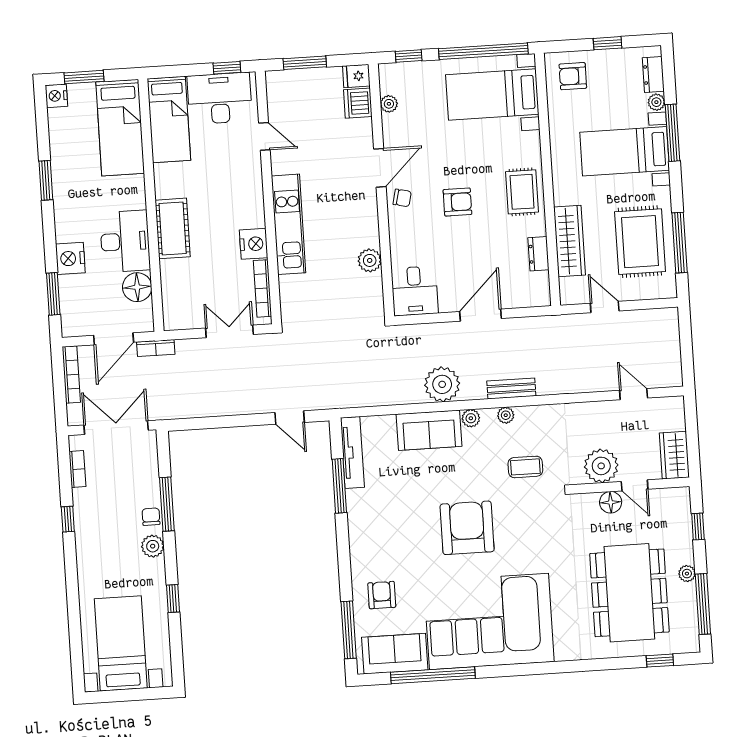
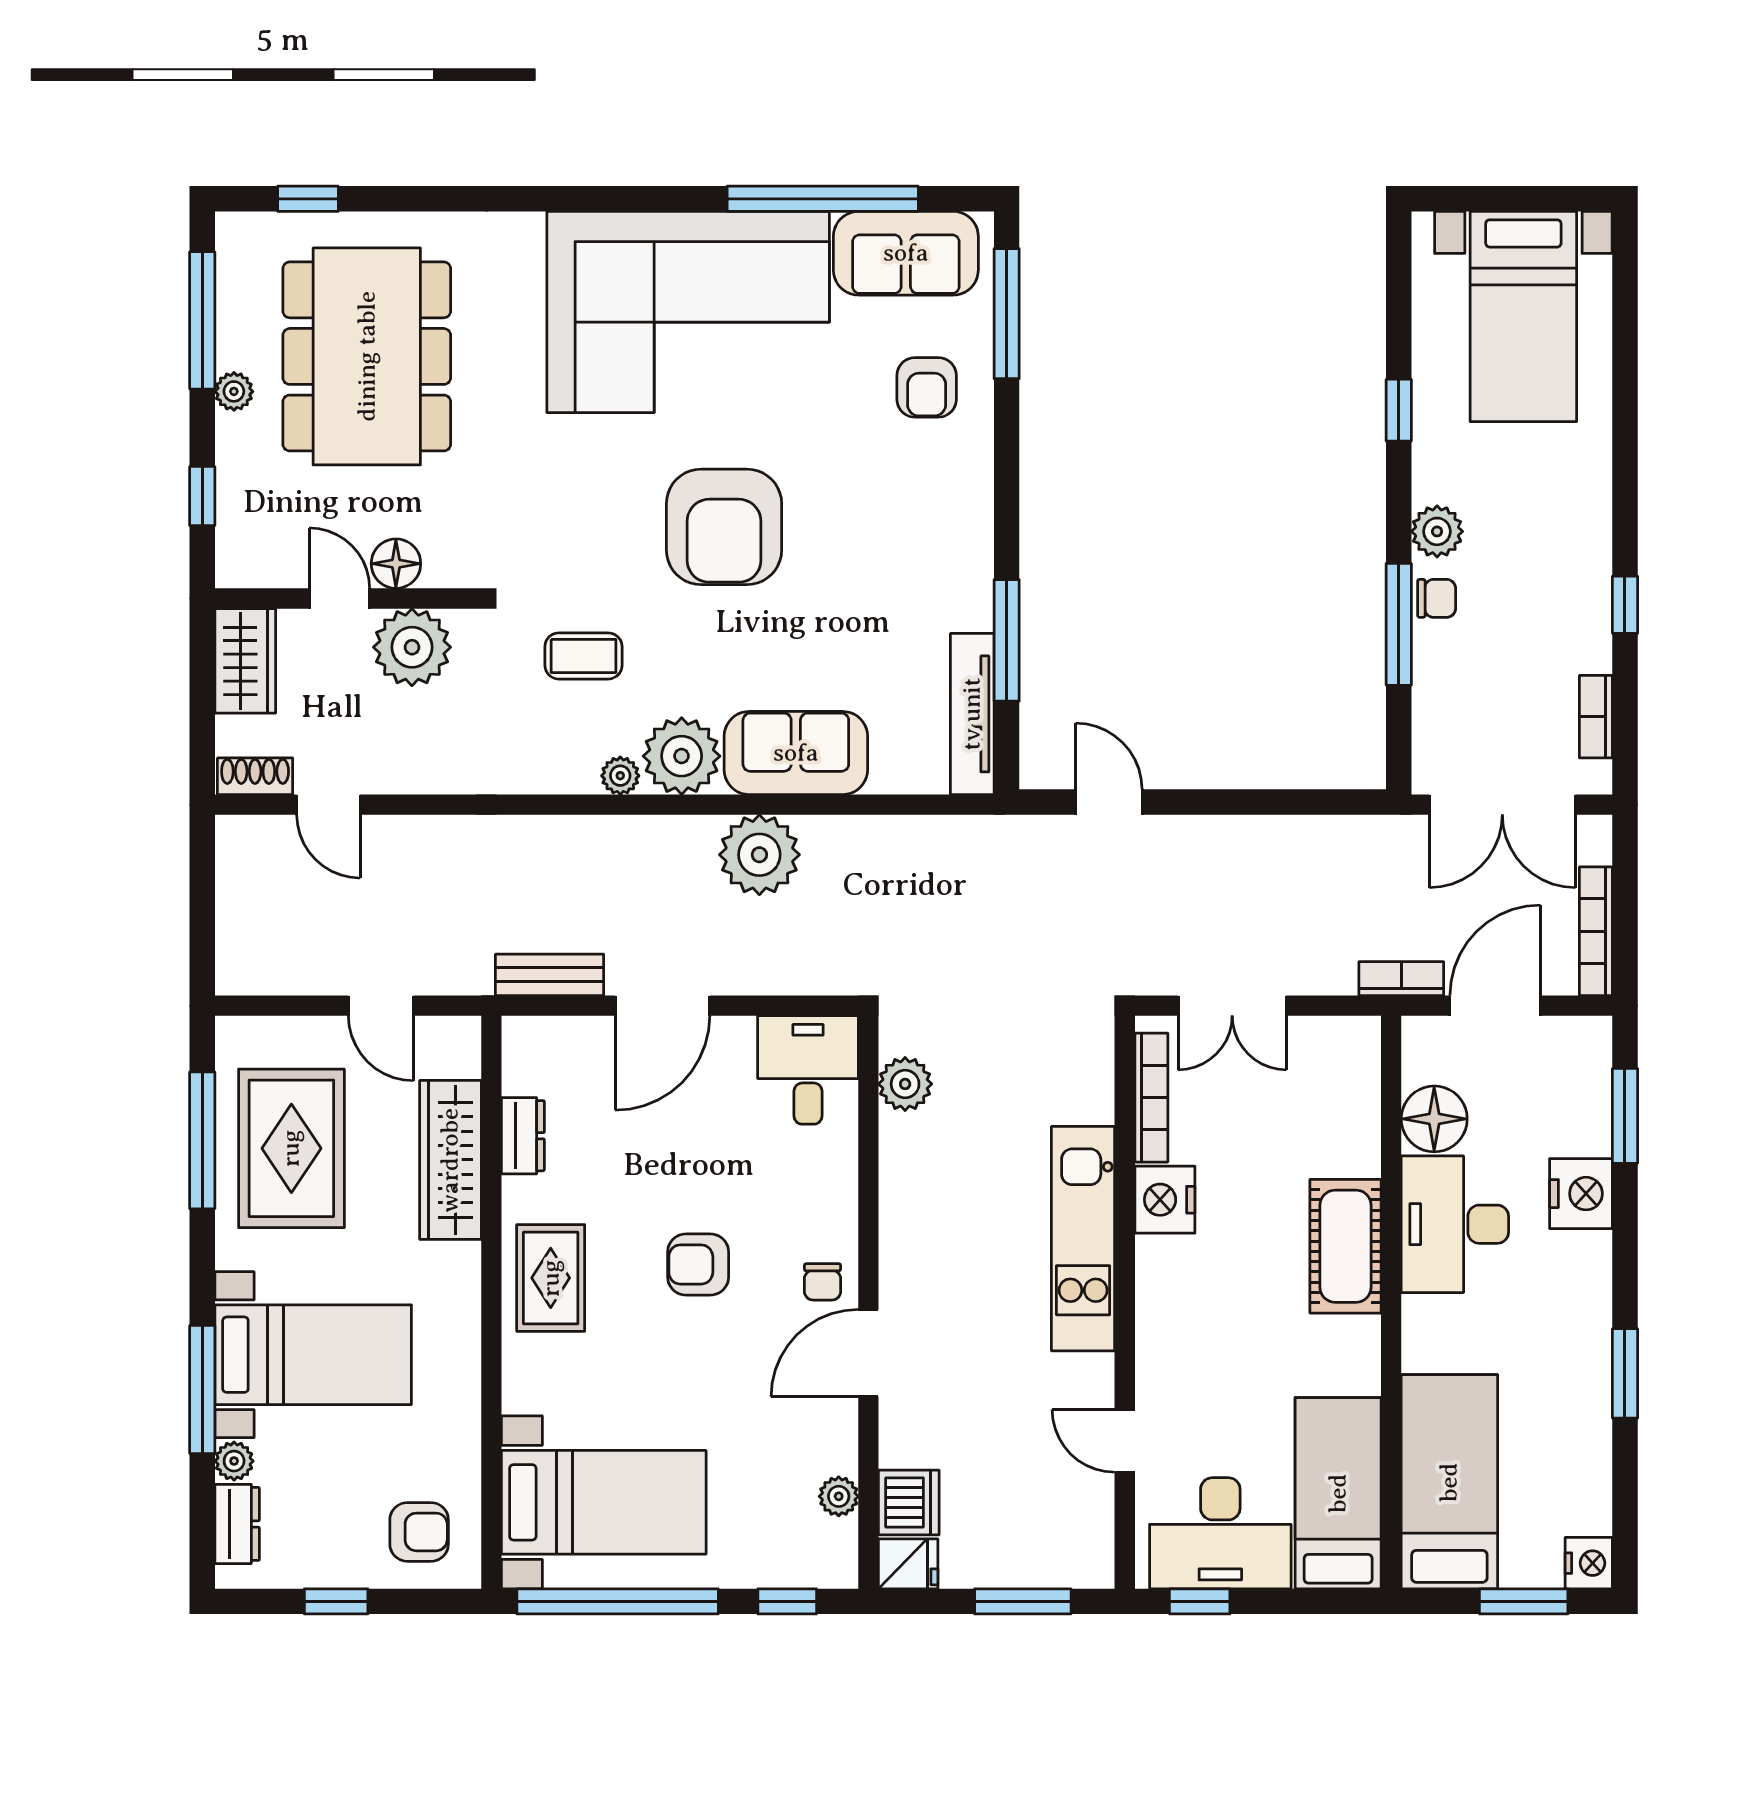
chair: (402, 198) -> (823, 1282), turned -103
plant: (370, 260) -> (905, 1084), moved
bench: (511, 388) -> (550, 975), moved
shoe rack: (667, 405) -> (255, 776), added
plant: (471, 418) -> (682, 756), width x1.87, depth x1.87
chair: (151, 517) -> (1437, 598), turned -90

